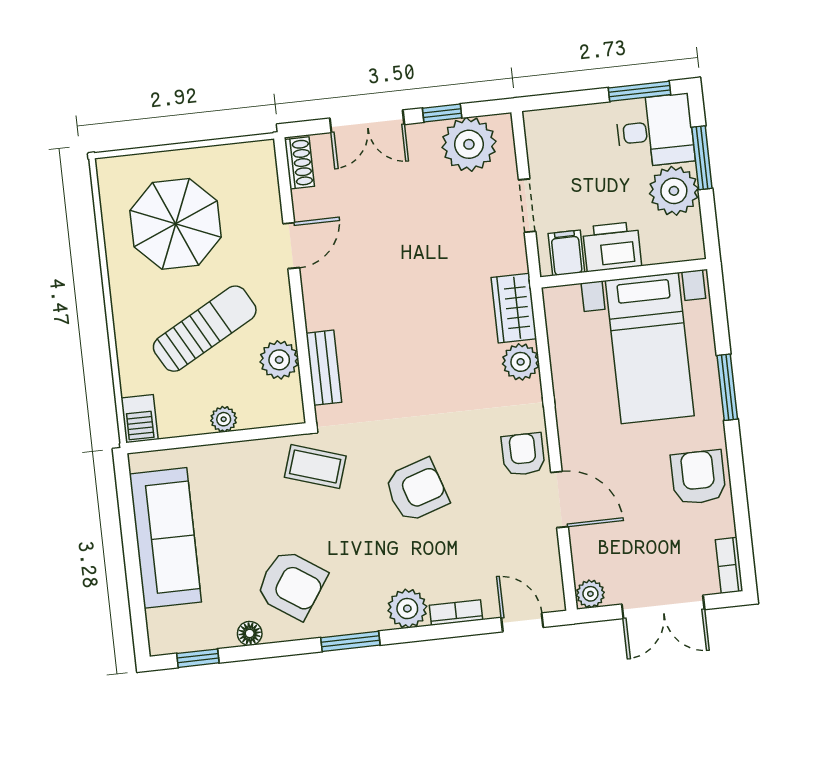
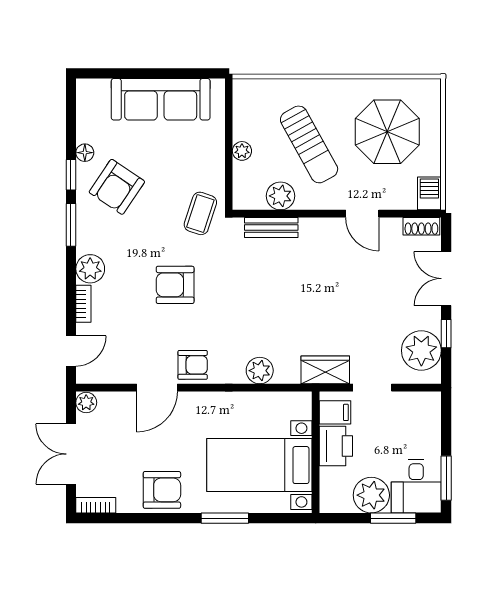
wardrobe: (514, 308) -> (325, 370), moved
barbecue: (139, 419) -> (429, 193), moved, turned 90
armchair: (416, 490) -> (175, 285), turned 108
window: (198, 658) -> (71, 175), moved

